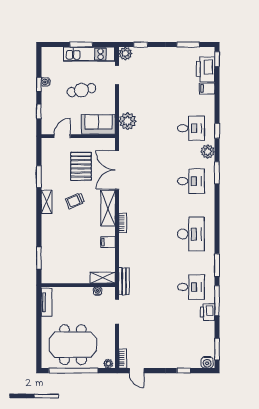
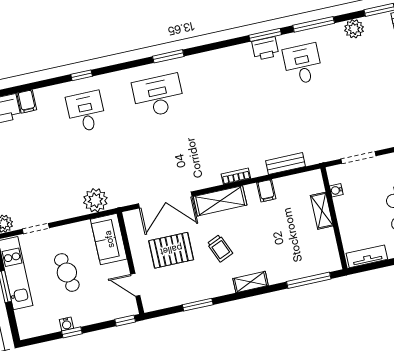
window: (39, 111) -> (125, 321), moved
plant: (208, 152) -> (354, 29), moved
window: (217, 173) -> (168, 56), moved
desk: (191, 181) -> (158, 96), width x1.37
shelving: (47, 202) -> (251, 282), moved
desk: (191, 234) -> (230, 80), removed
window: (39, 258) -> (309, 280), width x1.44
shelving: (103, 278) -> (322, 211), moved
bench: (124, 281) -> (285, 164), moved
printer: (208, 312) -> (265, 48), moved

